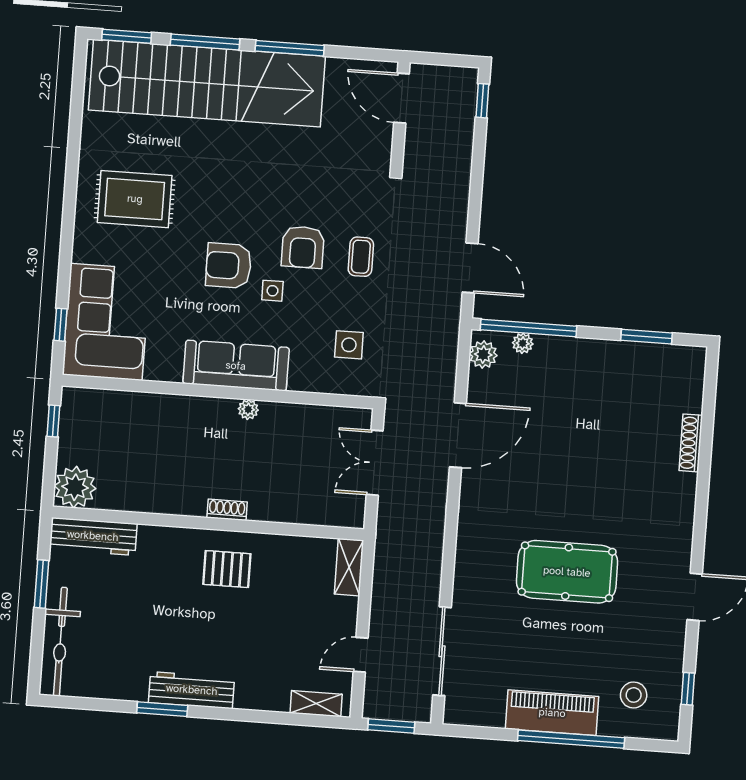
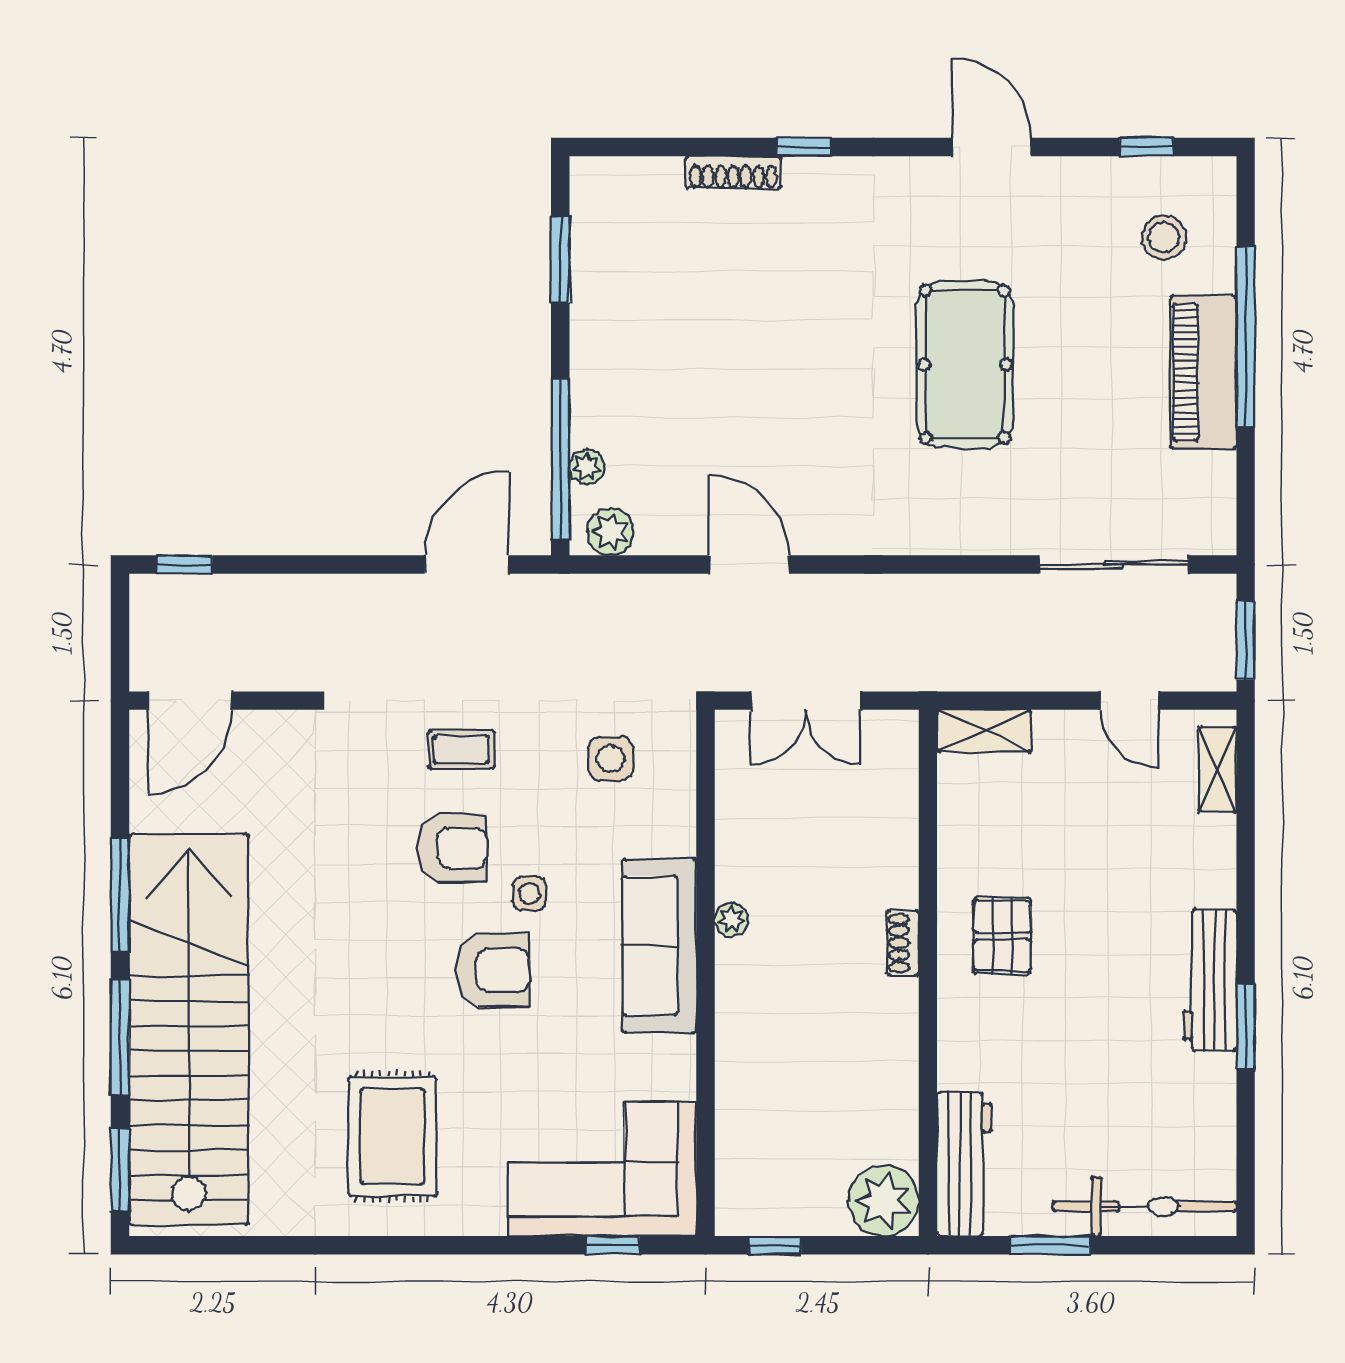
armchair: (229, 266) -> (493, 970), turned -90
door: (458, 435) -> (749, 565), width x0.73
window: (703, 486) -> (803, 147), added

